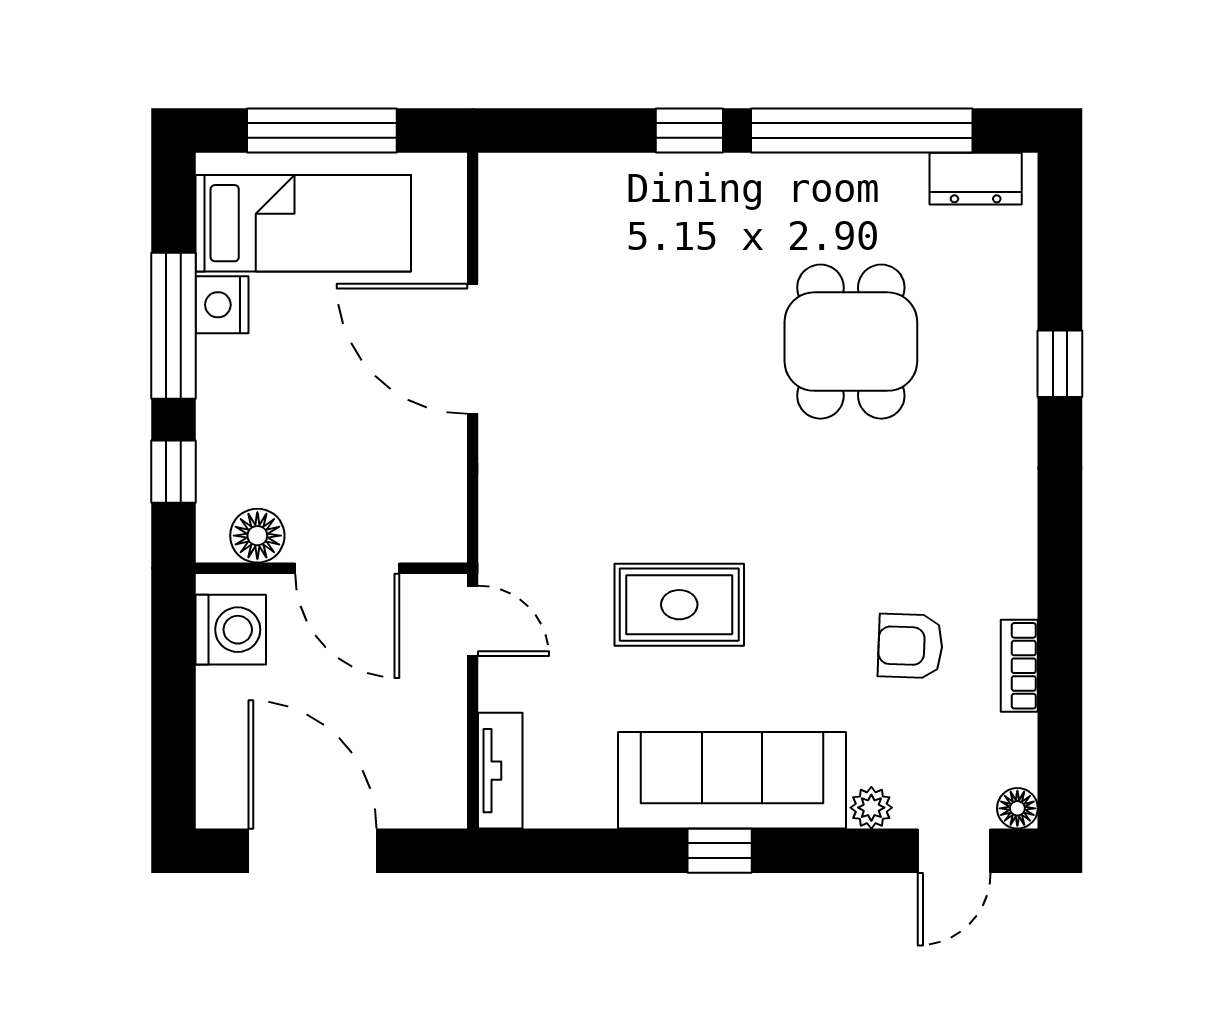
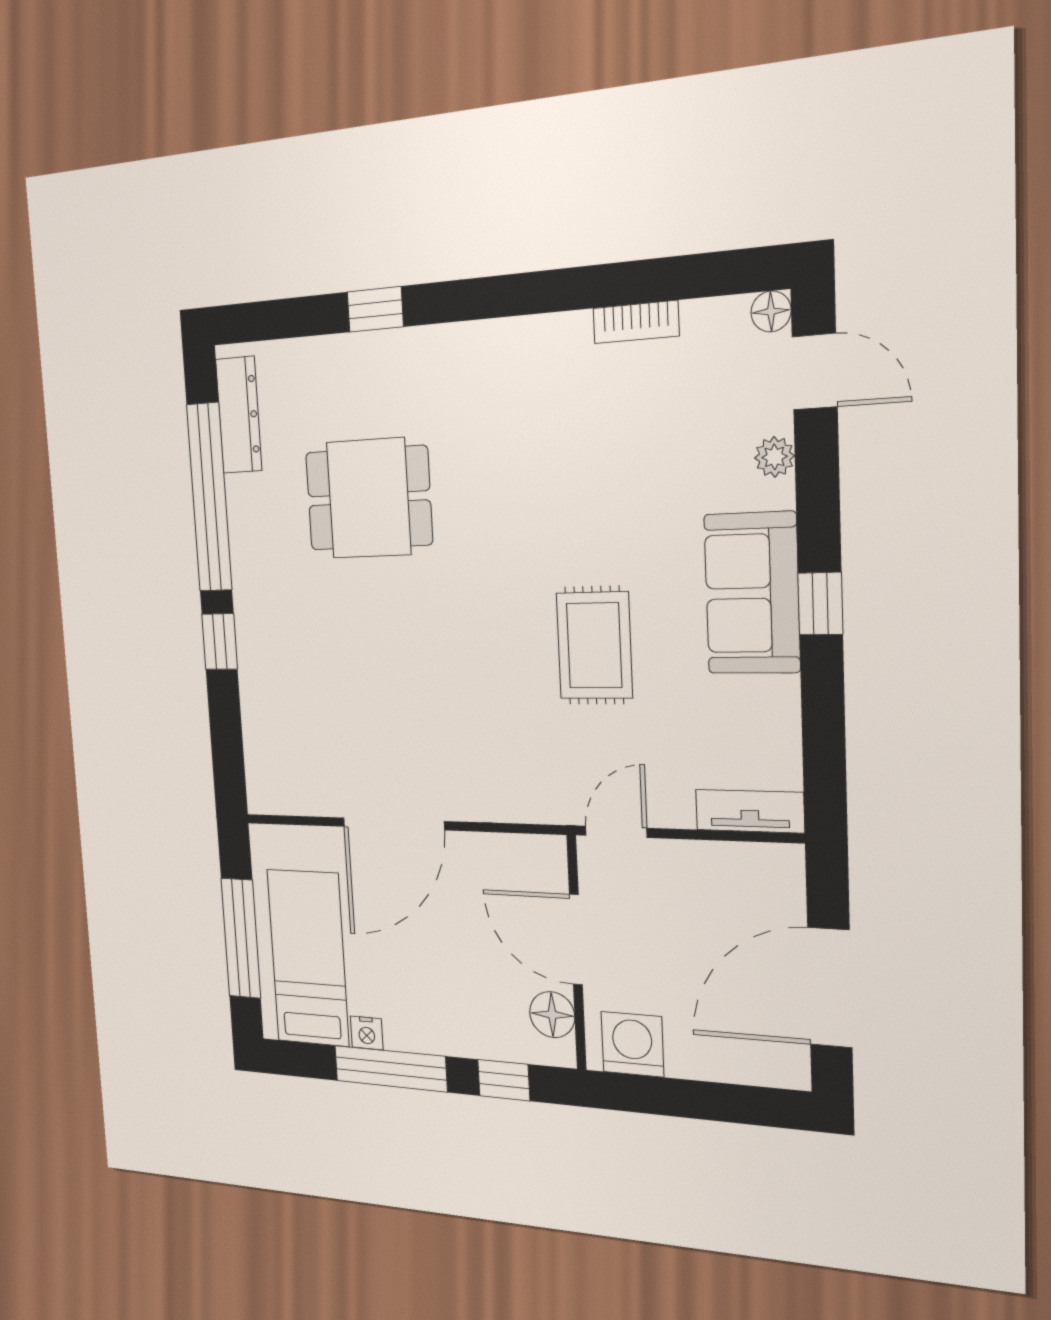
dresser: (976, 179) -> (239, 415), width x1.44
nightstand: (222, 305) -> (367, 1033), width x0.72, depth x0.74
door: (347, 568) -> (576, 940), swing flipped
armchair: (910, 646) -> (622, 429), removed
sofa: (732, 780) -> (752, 593), width x0.73

